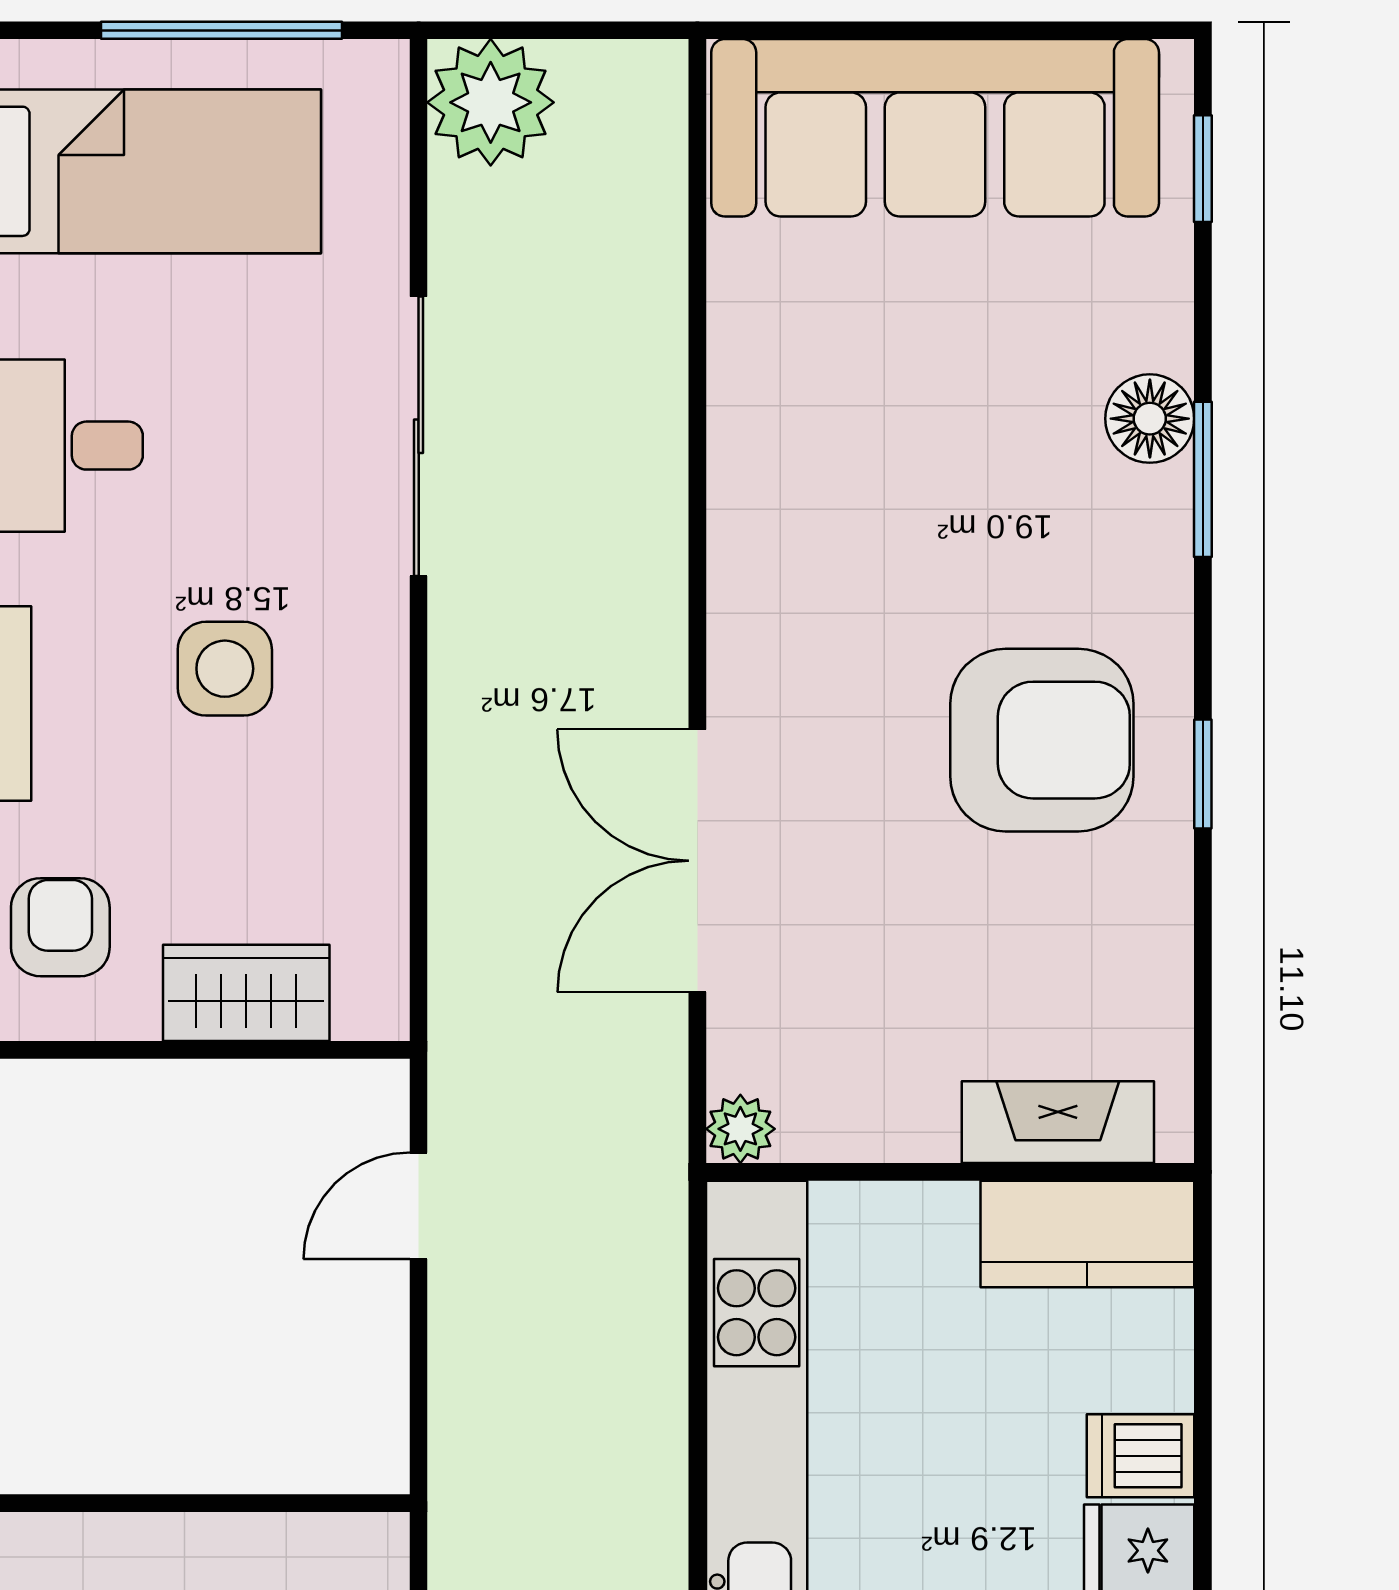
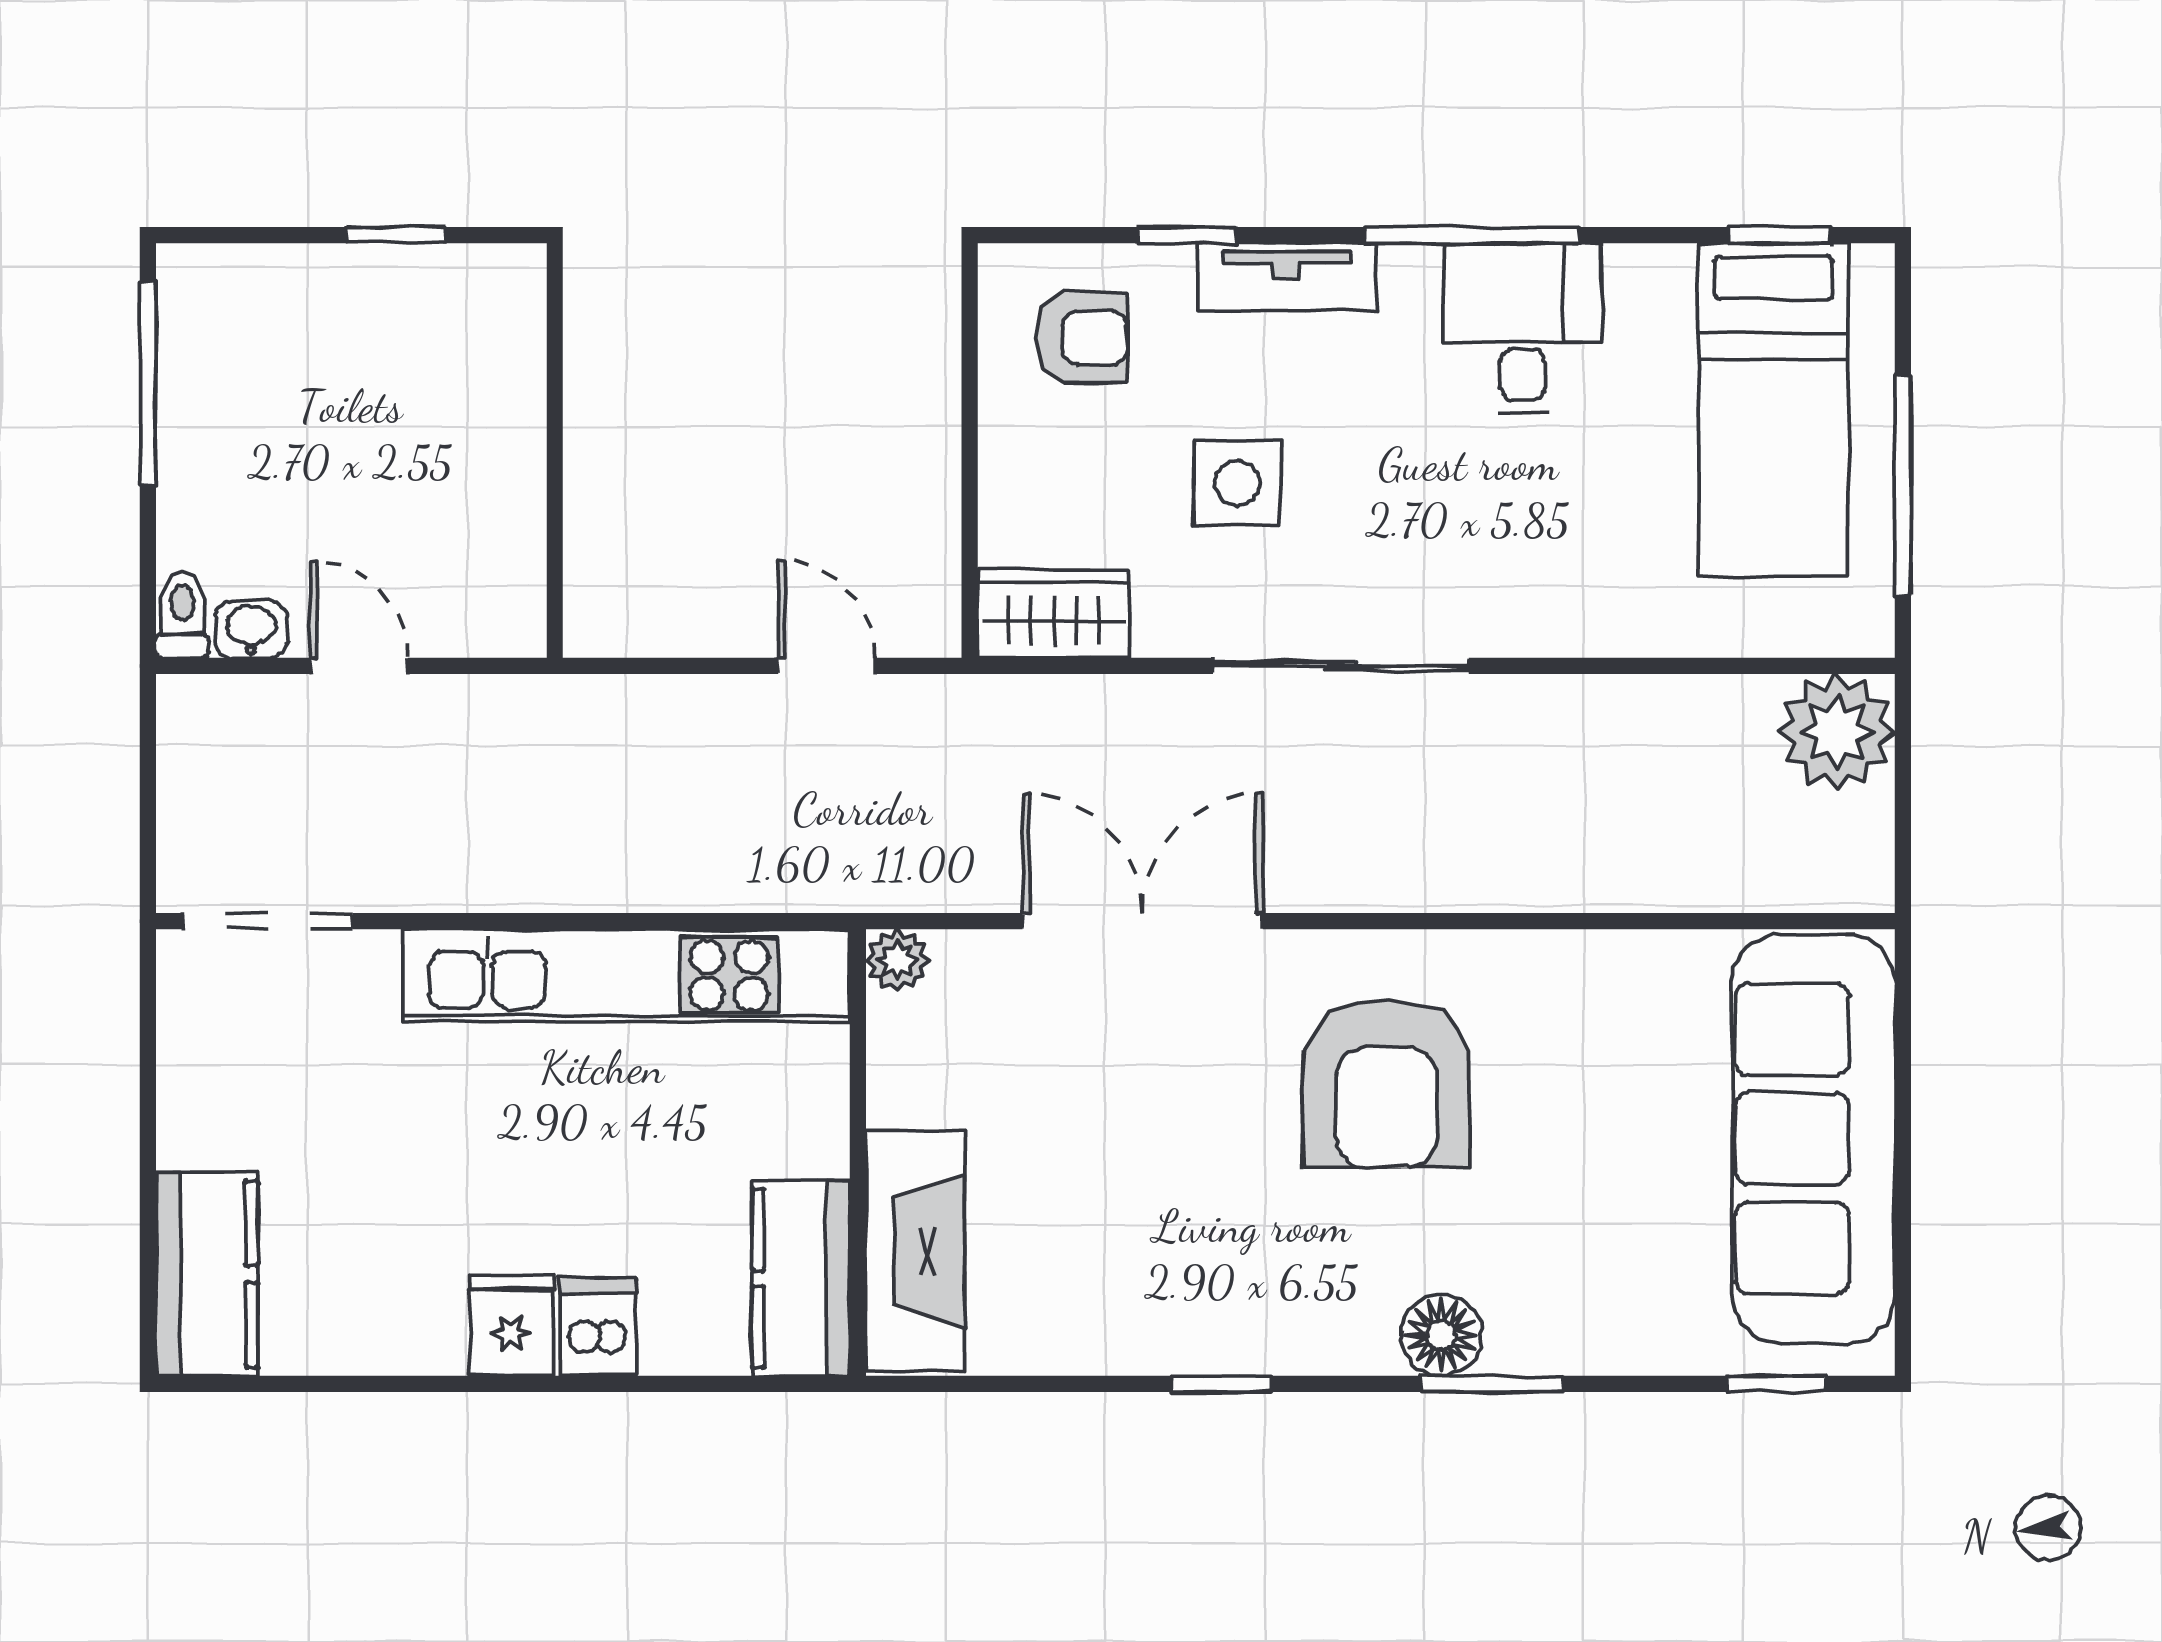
floor lamp: (1150, 419) -> (1441, 1335), moved
sliding door: (419, 436) -> (1341, 666), moved
side table: (225, 669) -> (1237, 483), moved
armchair: (1042, 740) -> (1387, 1084), moved
wardrobe: (246, 993) -> (1054, 614), moved, turned -90
fireplace: (1058, 1122) -> (915, 1251), width x1.37, depth x1.32

